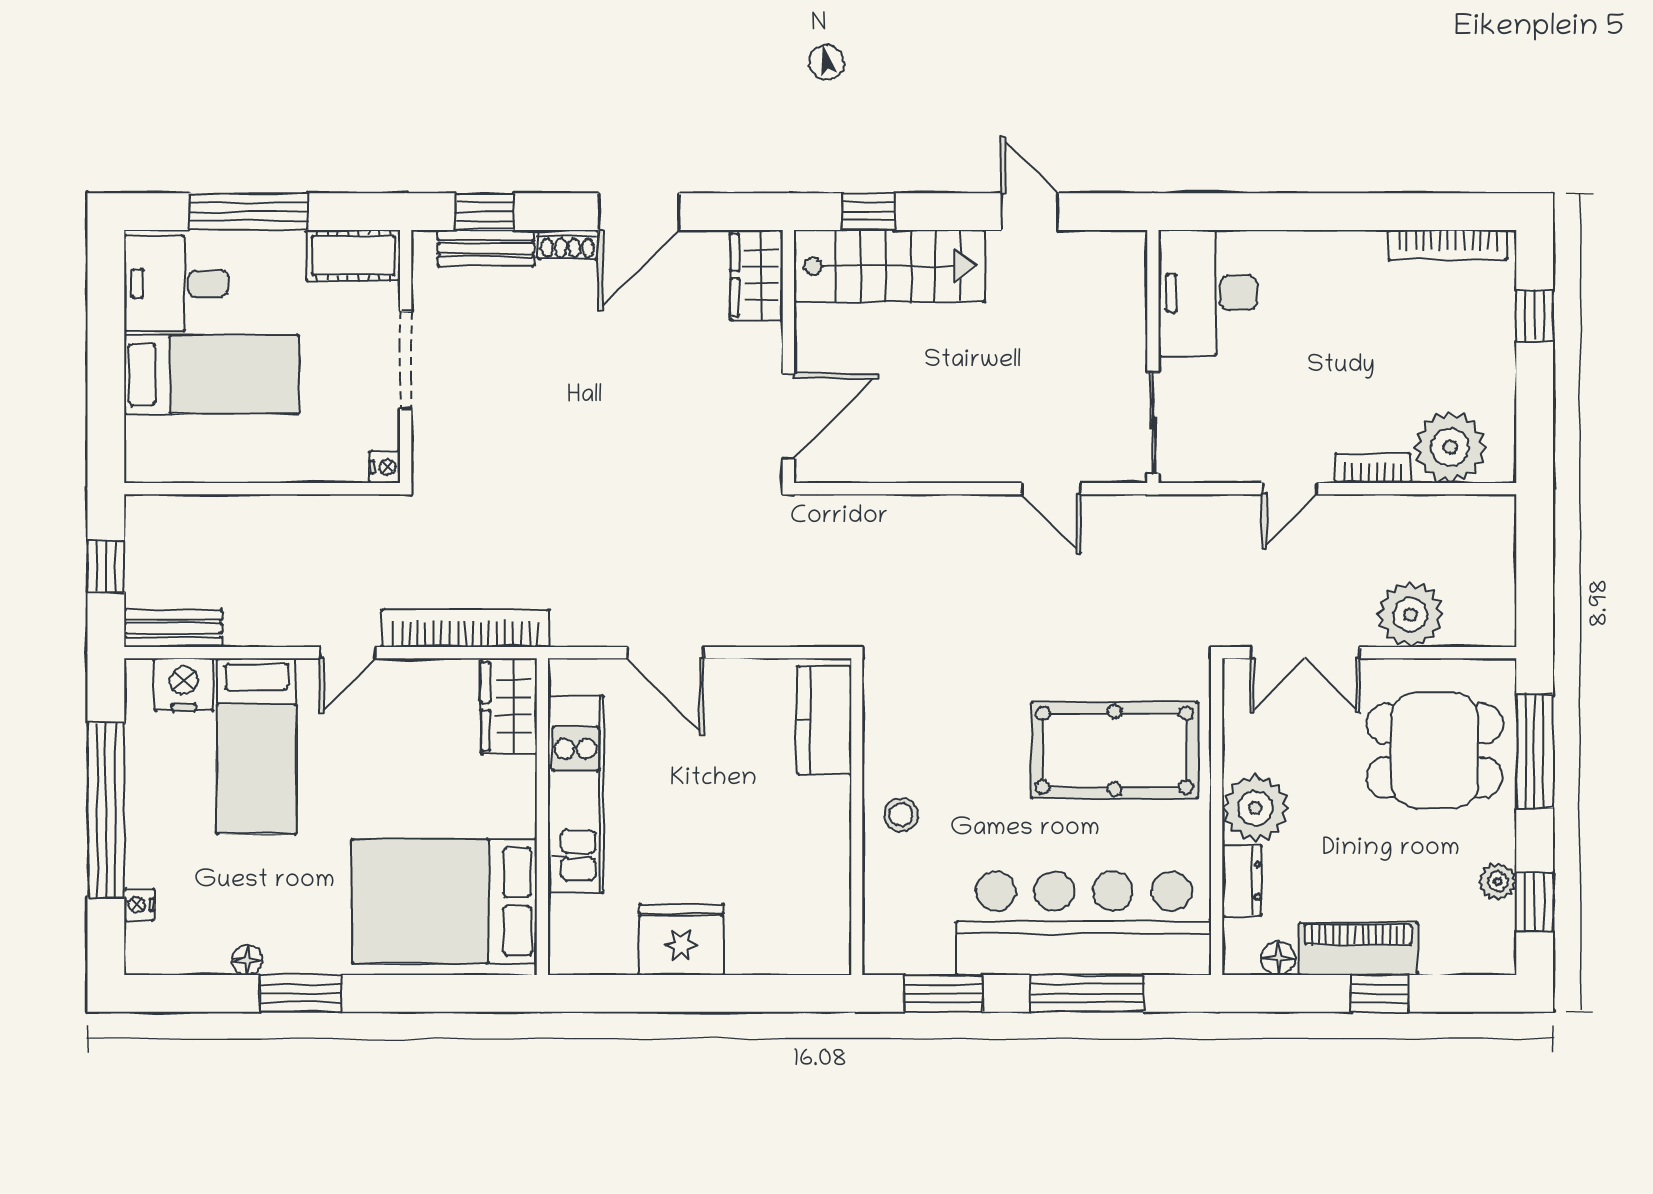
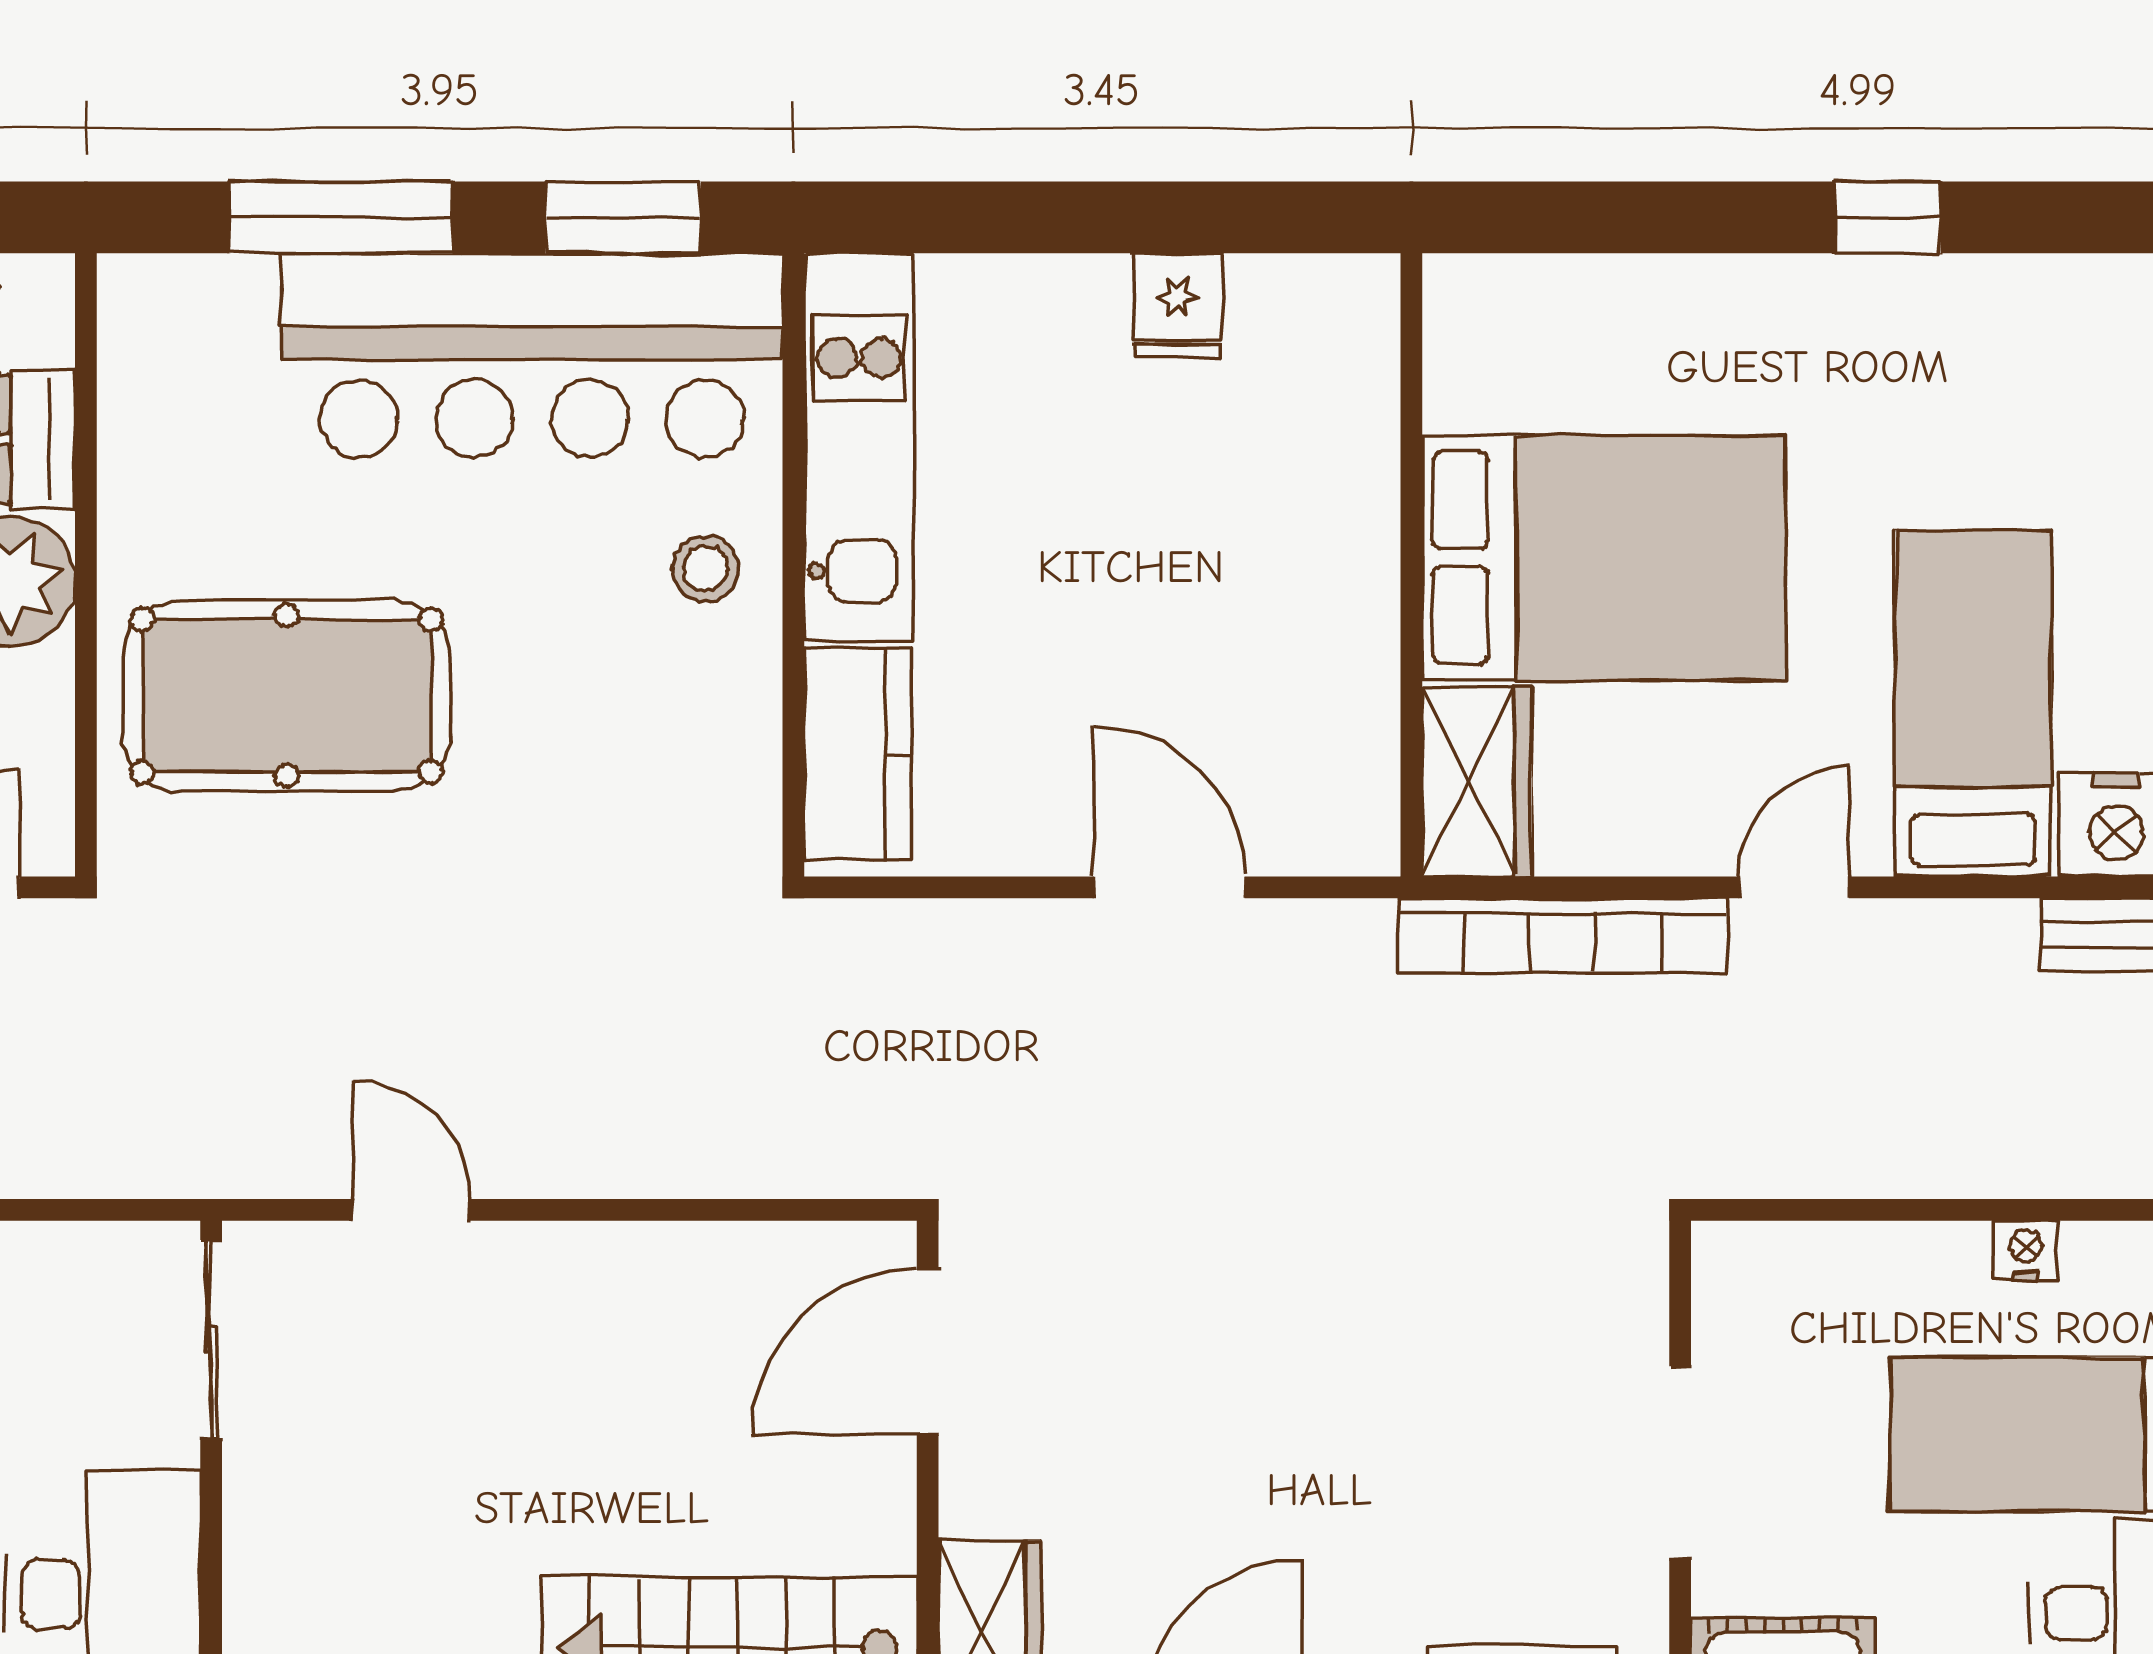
nightstand: (385, 467) -> (2026, 1250), moved, turned 90
kitchen unit: (576, 794) -> (859, 447), moved, turned 180
bed: (445, 901) -> (1604, 558), moved
bar counter: (1084, 923) -> (532, 355), moved
fridge: (681, 940) -> (1178, 306), width x0.53, depth x0.75
floor lamp: (247, 960) -> (1992, 283), removed
window: (300, 993) -> (1887, 217), width x0.67

